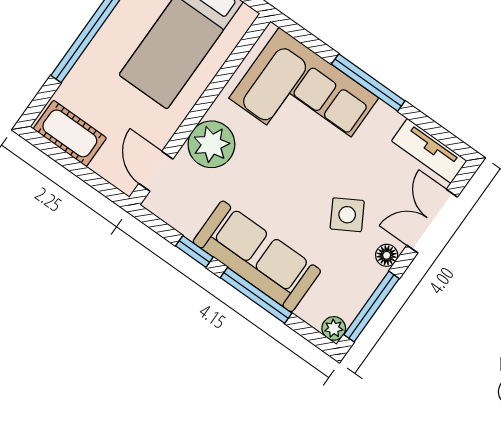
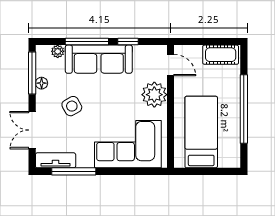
window: (368, 83) -> (74, 171), moved
double door: (432, 221) -> (32, 130), swing flipped
floor lamp: (387, 255) -> (42, 83), moved
plant: (334, 328) -> (58, 51), moved

